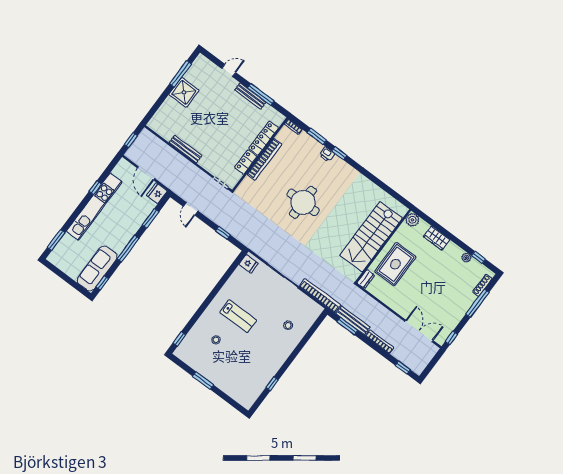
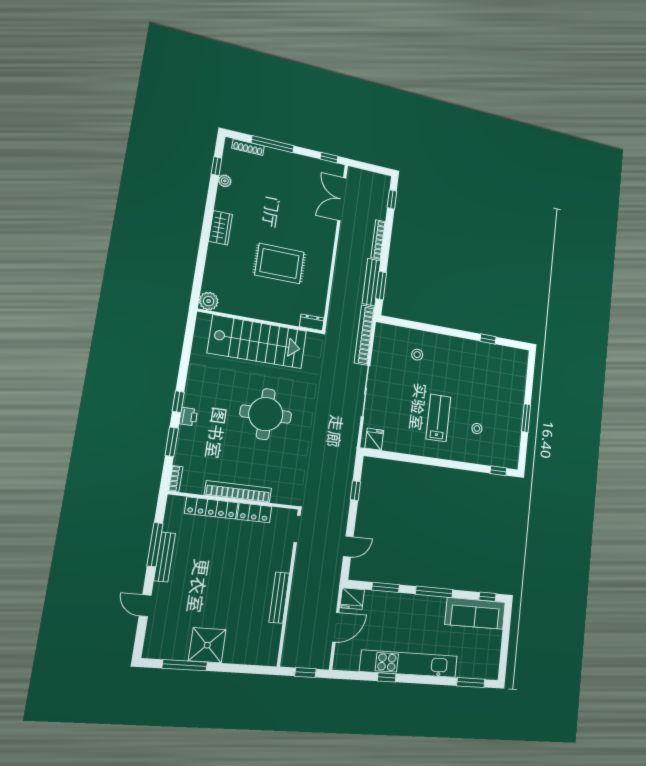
plant: (412, 220) -> (209, 301), moved
stairs: (371, 237) -> (257, 342), moved
wall: (383, 246) -> (261, 321), moved
dresser: (366, 279) -> (312, 322), moved

